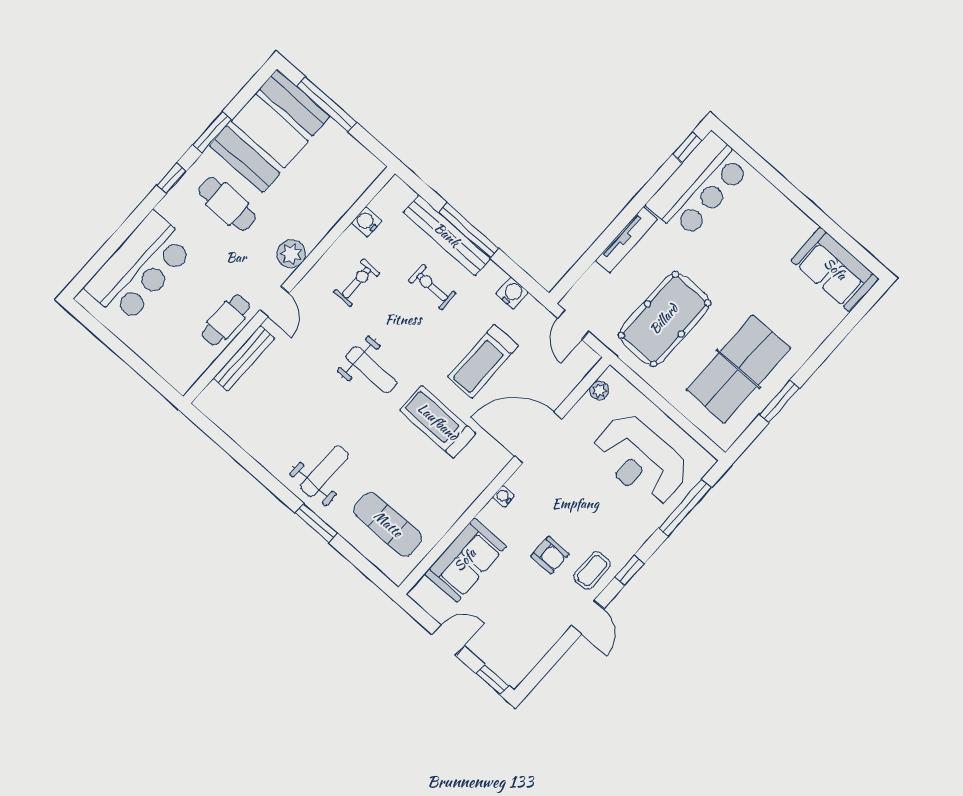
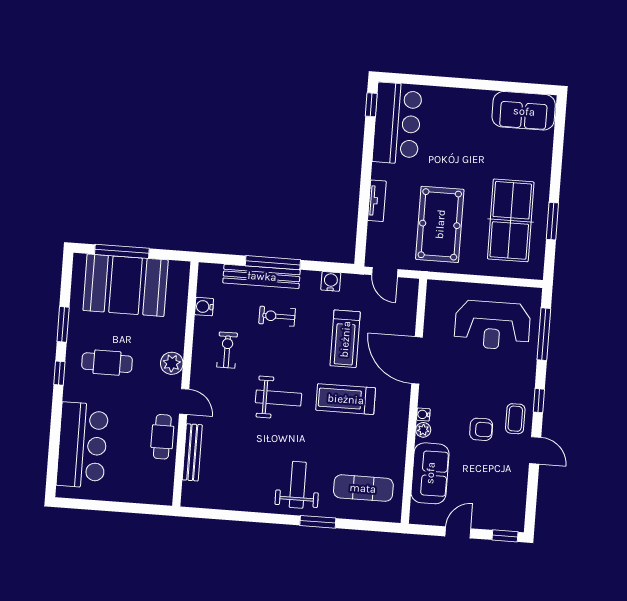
booth: (270, 131) -> (126, 285), moved, turned 90
tv unit: (627, 240) -> (377, 201), width x0.71
plant: (599, 390) -> (423, 430), moved
door: (538, 438) -> (417, 360), hinge flipped

